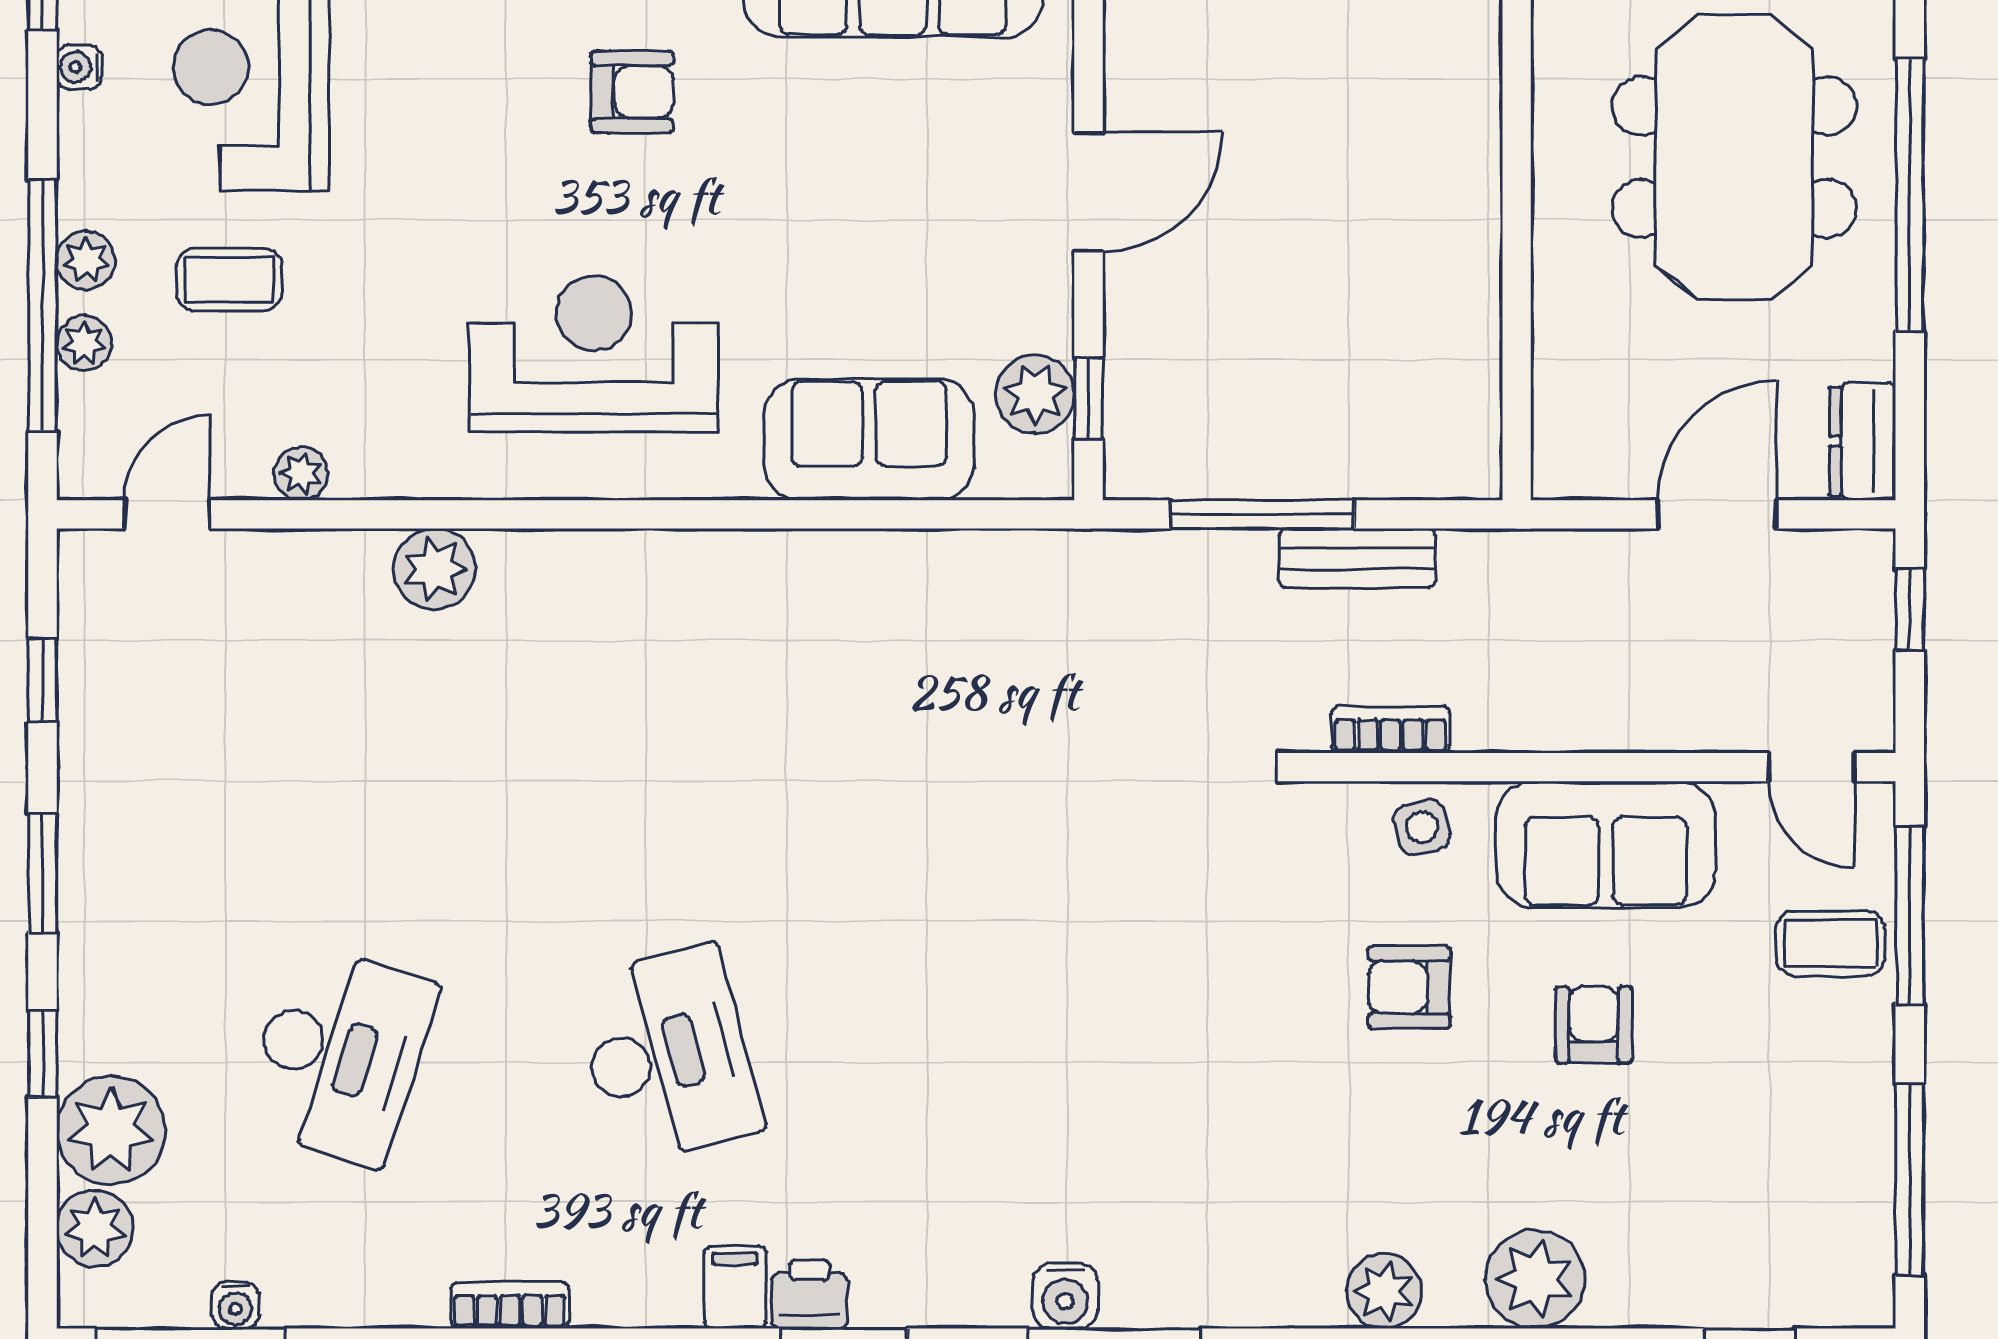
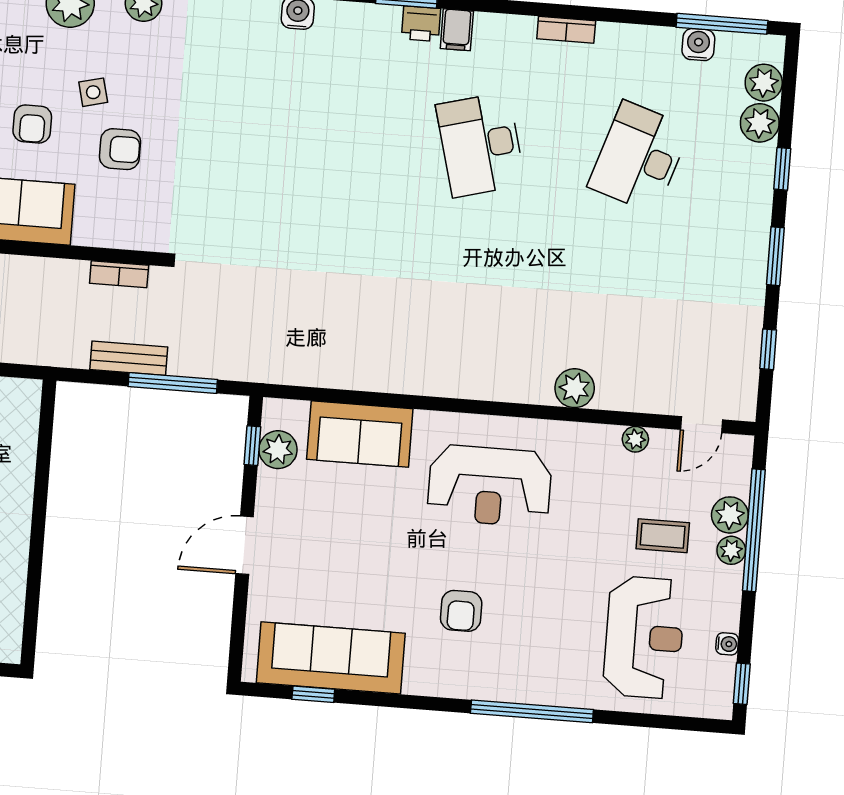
armchair: (632, 92) -> (461, 611), turned -90
plant: (84, 343) -> (730, 515), width x1.38, depth x1.38
side table: (1422, 827) -> (93, 92), moved
plant: (111, 1130) -> (760, 123), width x0.73, depth x0.73
water cooler: (236, 1305) -> (698, 45), width x1.38, depth x1.38

